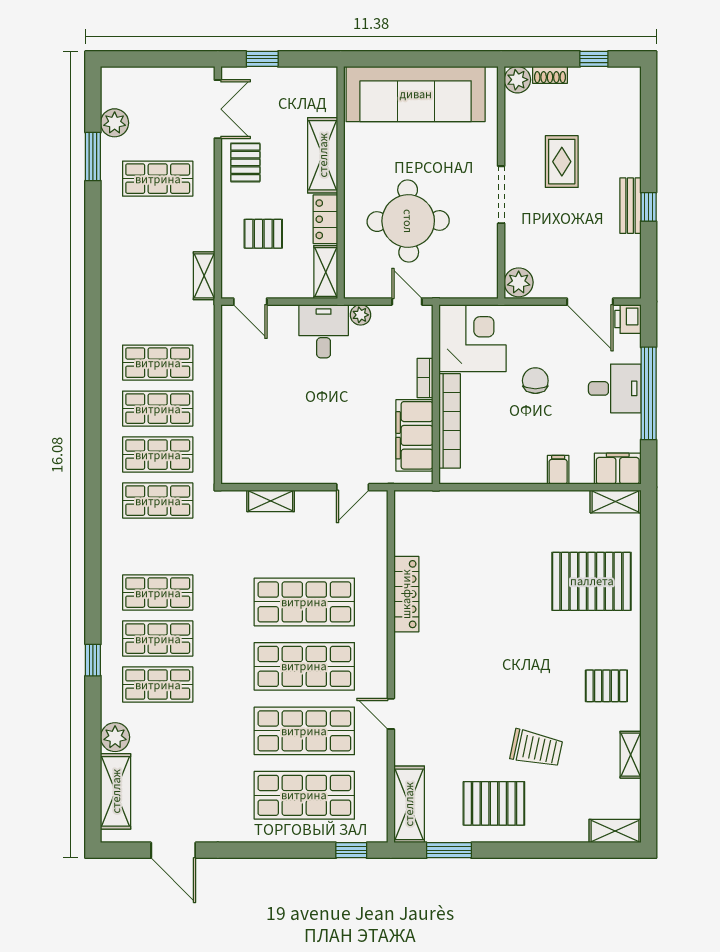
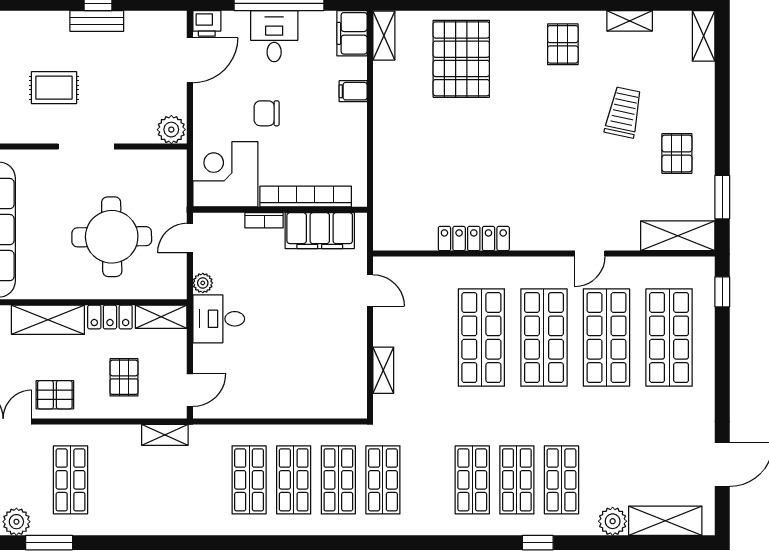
pallet: (494, 803) -> (677, 153), width x0.67, depth x0.71

